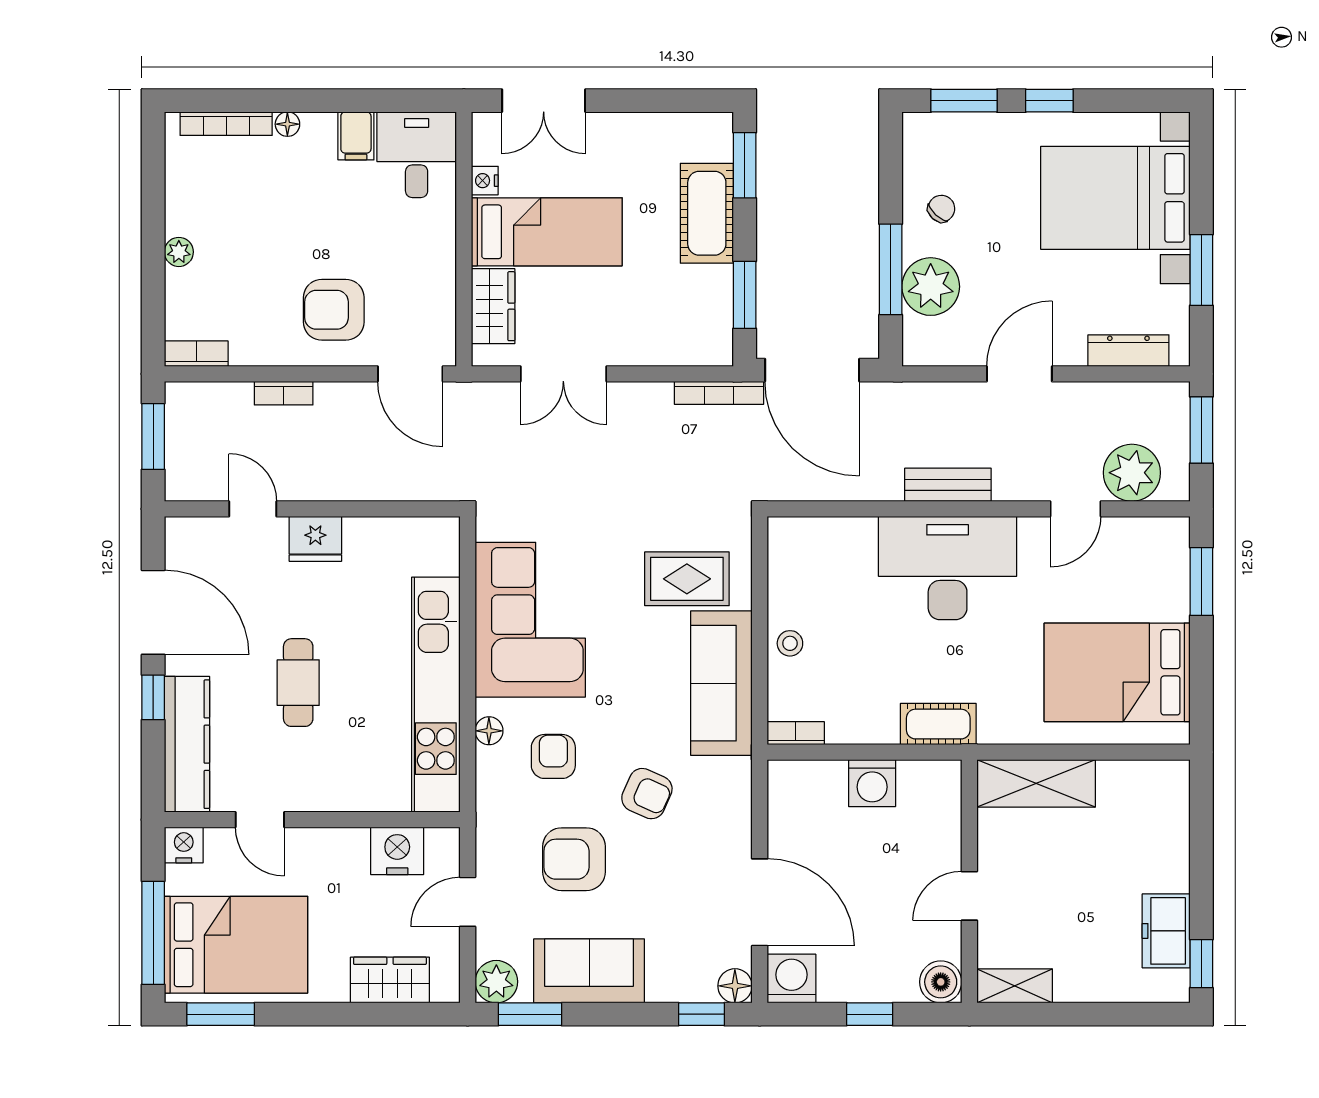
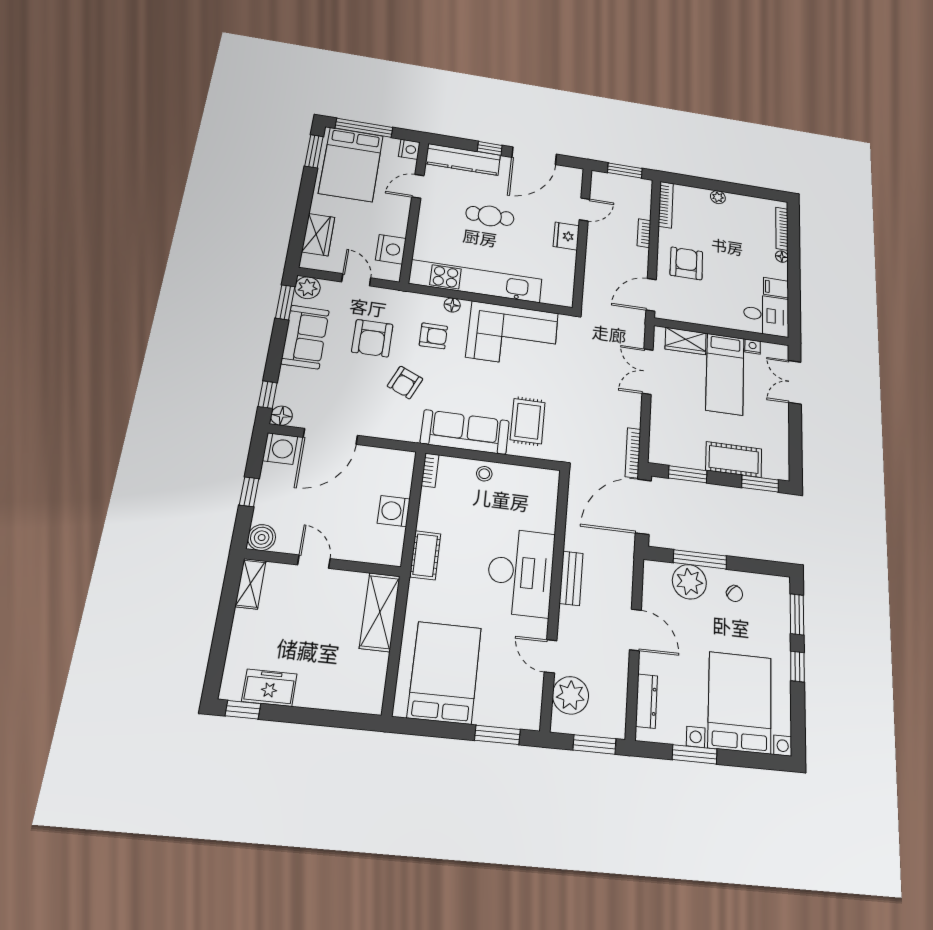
bookcase: (196, 354) -> (666, 205), width x1.56
armchair: (574, 859) -> (372, 338), turned 180

